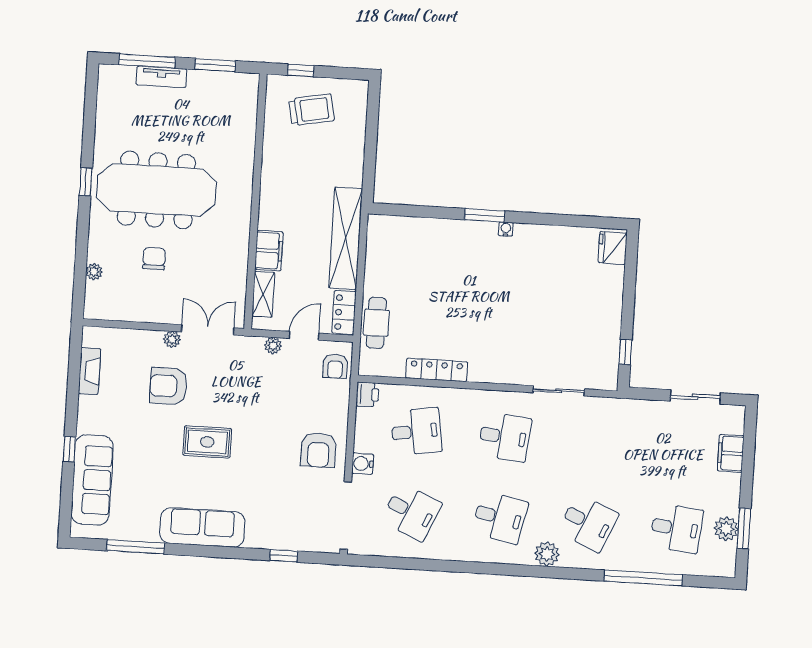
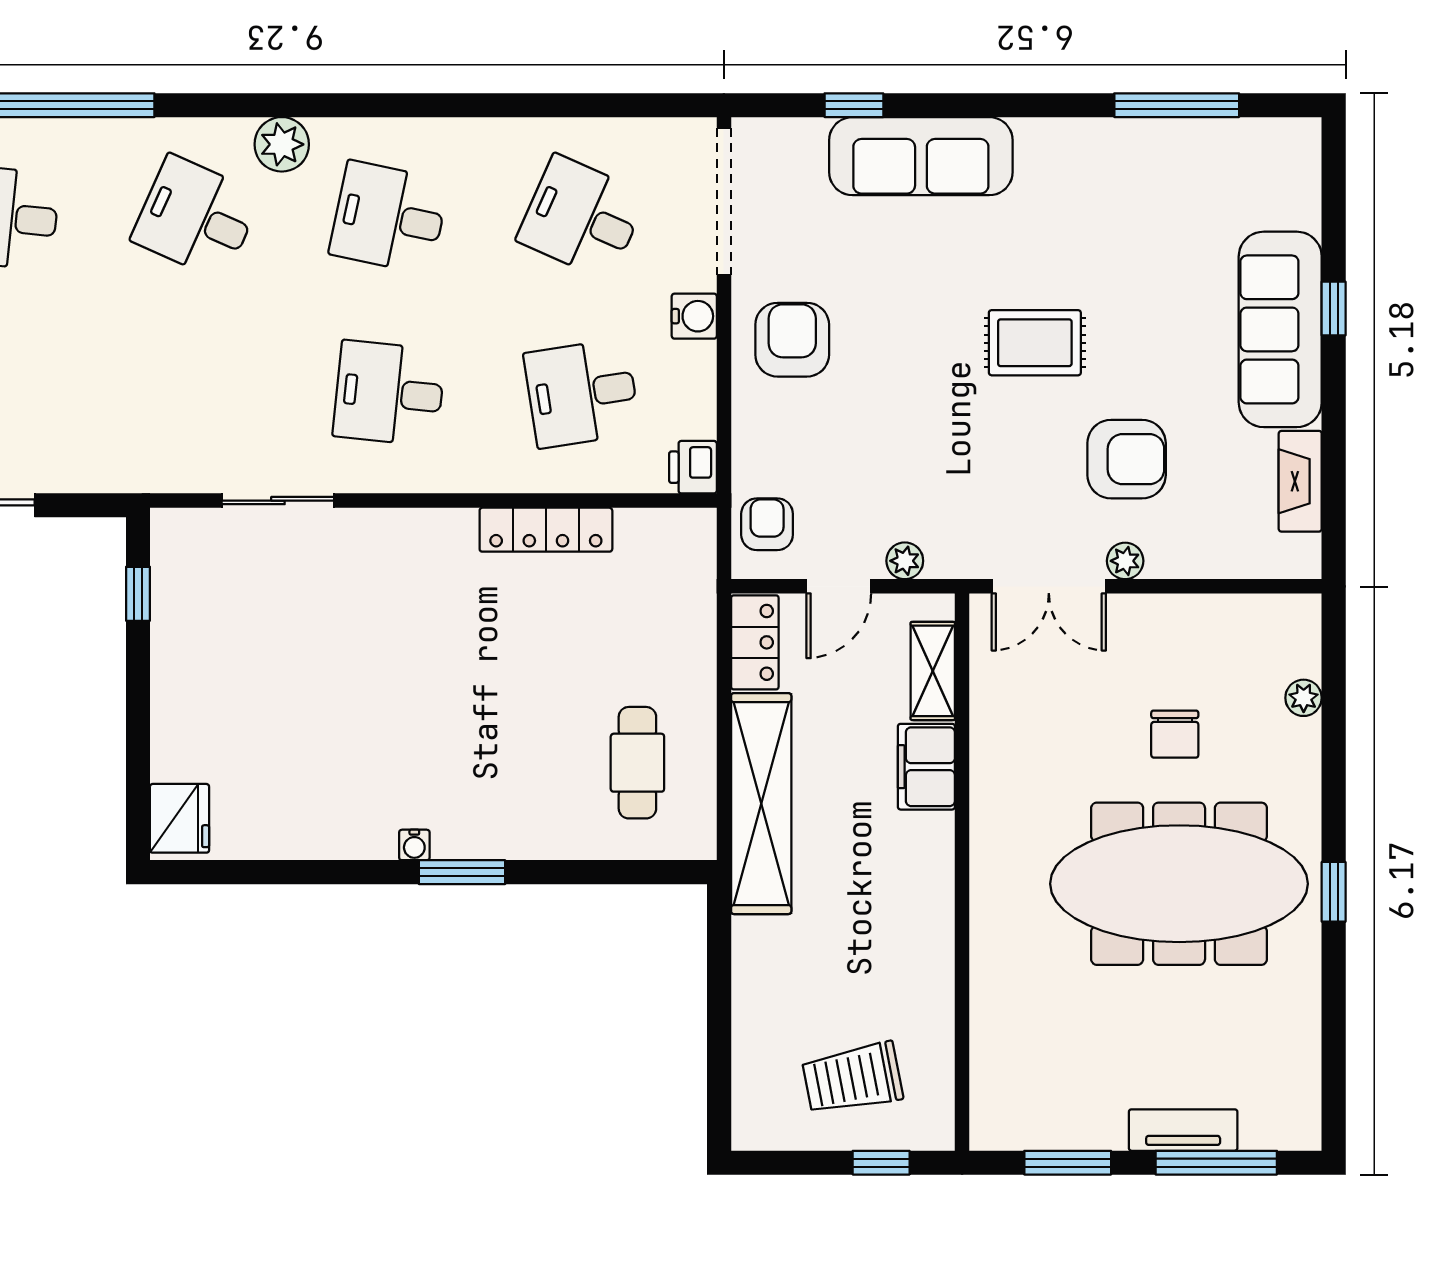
cafe table: (376, 323) -> (637, 763), moved
sofa: (92, 480) -> (1280, 329), moved
sofa: (202, 527) -> (921, 156), moved

